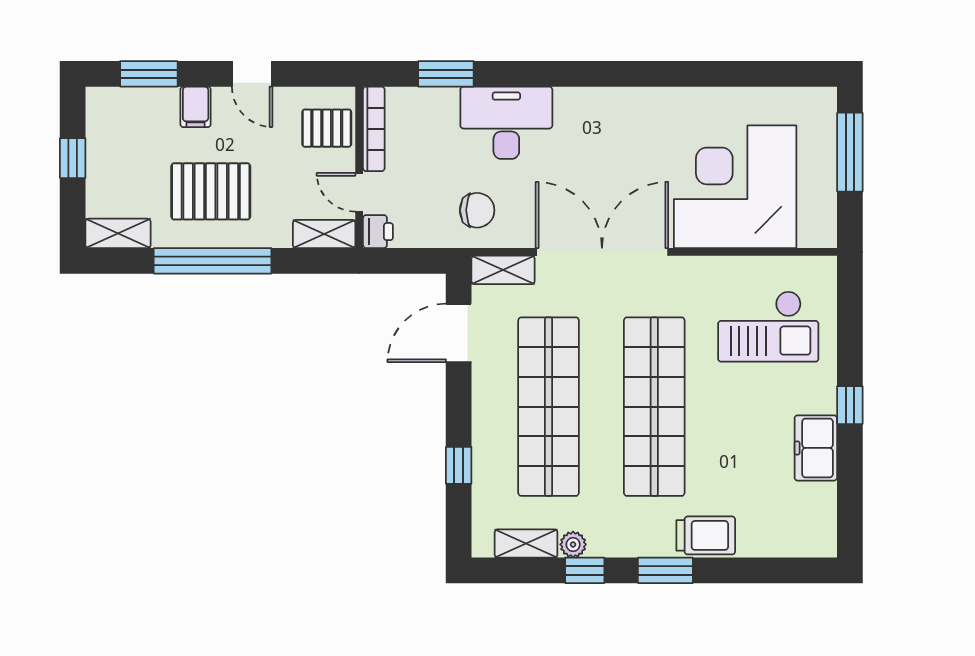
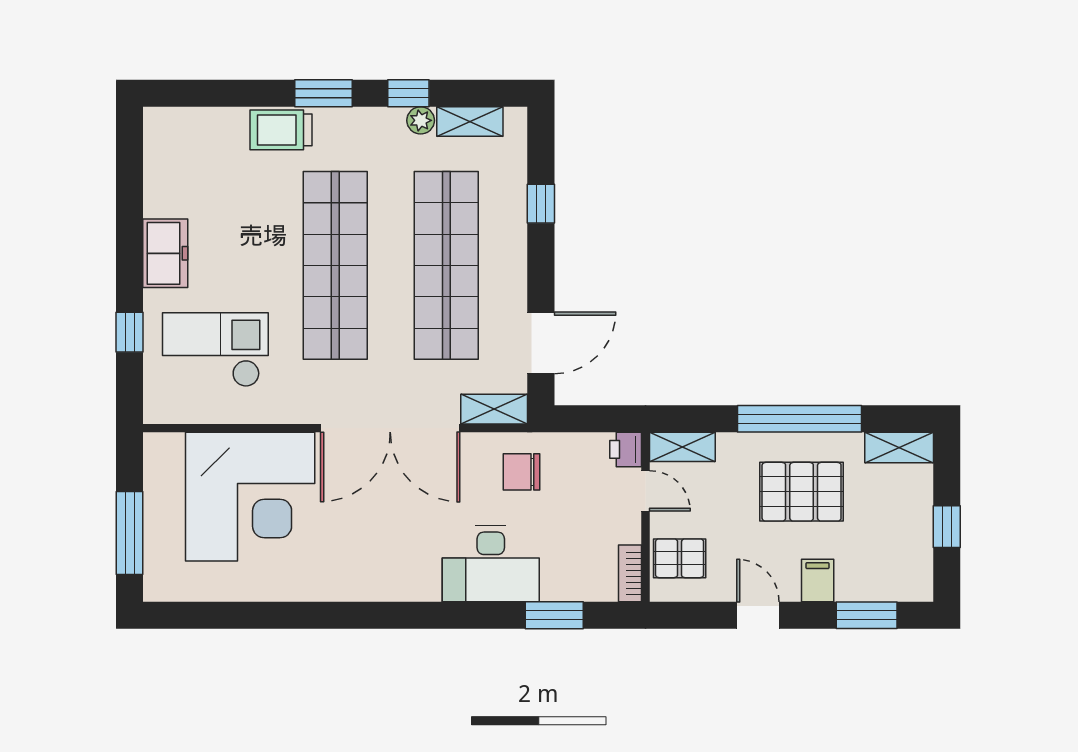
bookcase: (374, 129) -> (630, 573), width x0.64
window: (850, 405) -> (130, 332), moved
freezer: (816, 448) -> (165, 253), moved

